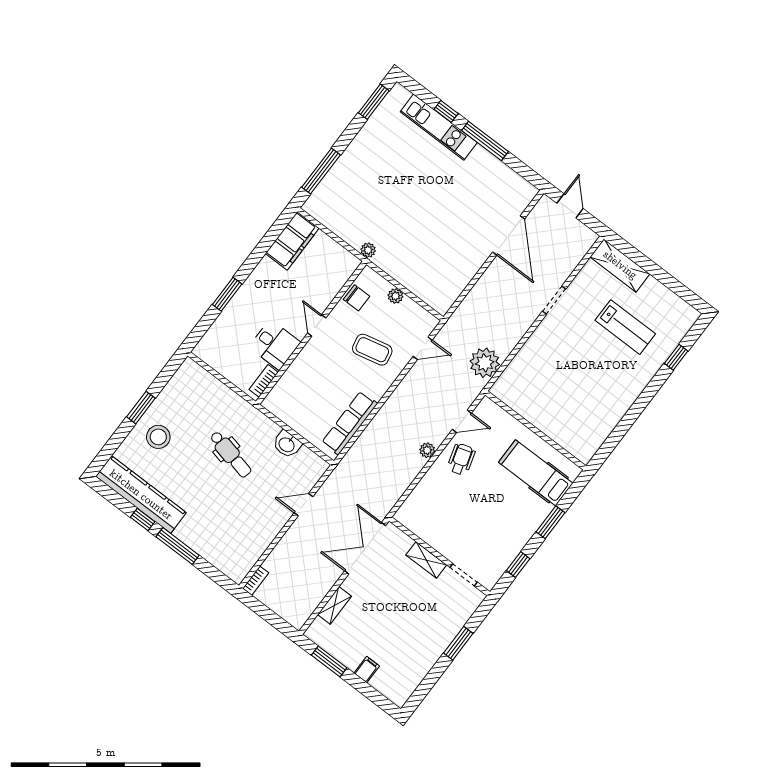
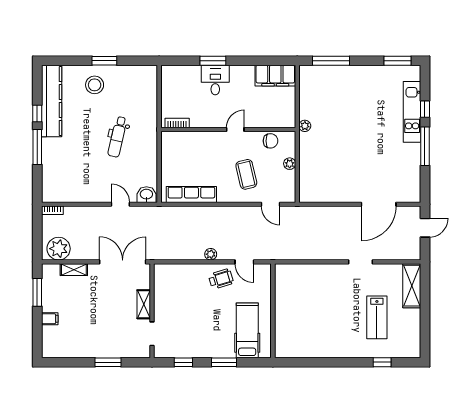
chair: (357, 298) -> (271, 141), turned -90
desk: (275, 345) -> (215, 80), moved, turned 180
plant: (485, 363) -> (59, 249), moved
washbasin: (287, 444) -> (146, 195), moved, turned 90

